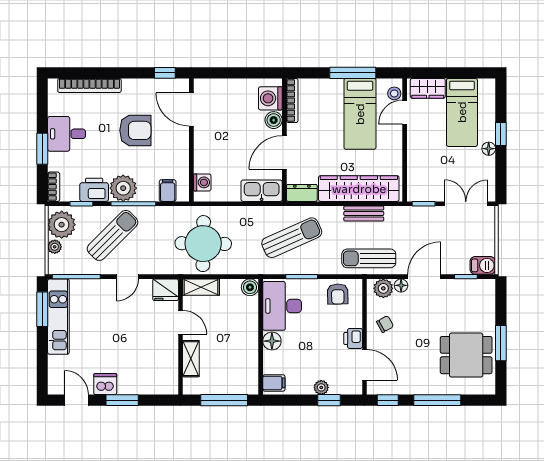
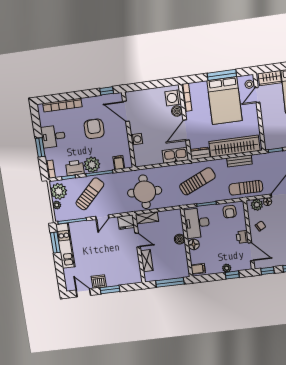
bed: (360, 114) -> (225, 101), width x1.50
armchair: (135, 130) -> (94, 129), turned -90
washing machine: (202, 182) -> (137, 139), moved
boiler: (250, 287) -> (180, 239), moved

